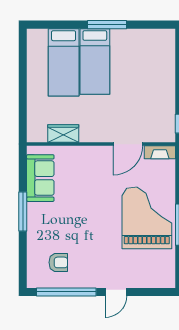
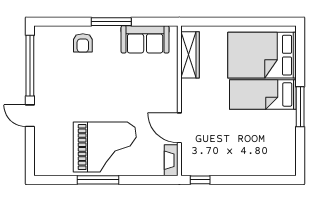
bed: (64, 62) -> (262, 55), width x1.50
wardrobe: (63, 134) -> (190, 55), width x1.50
armchair: (58, 262) -> (83, 43), moved

